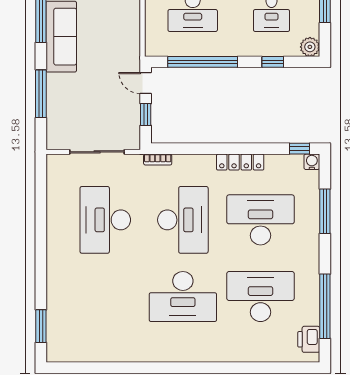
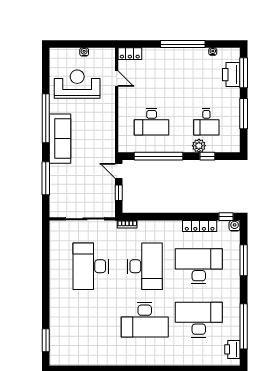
plant: (310, 47) -> (199, 146), moved
locker: (240, 162) -> (200, 226), moved

